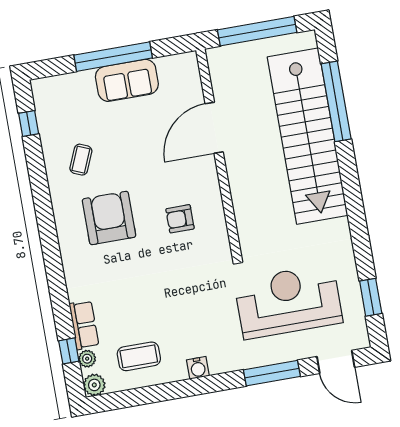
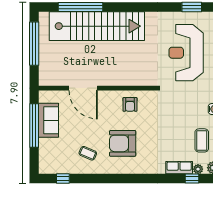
door: (214, 128) -> (83, 88), moved
wall: (218, 152) -> (97, 88), moved

